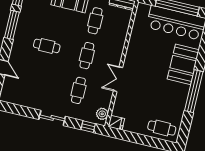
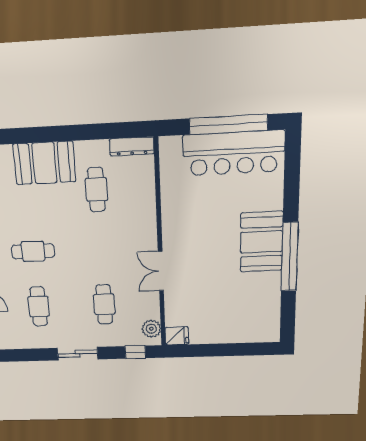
cafe table: (87, 56) -> (39, 306), moved
booth: (183, 64) -> (262, 242), moved
cafe table: (162, 128) -> (251, 326), removed

